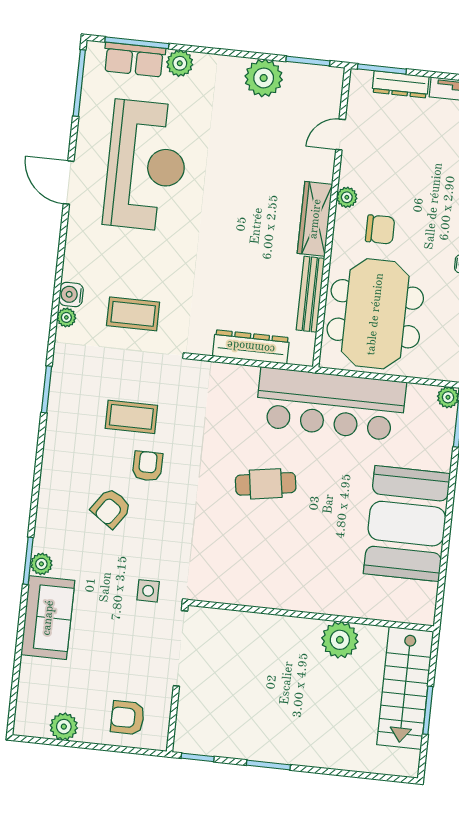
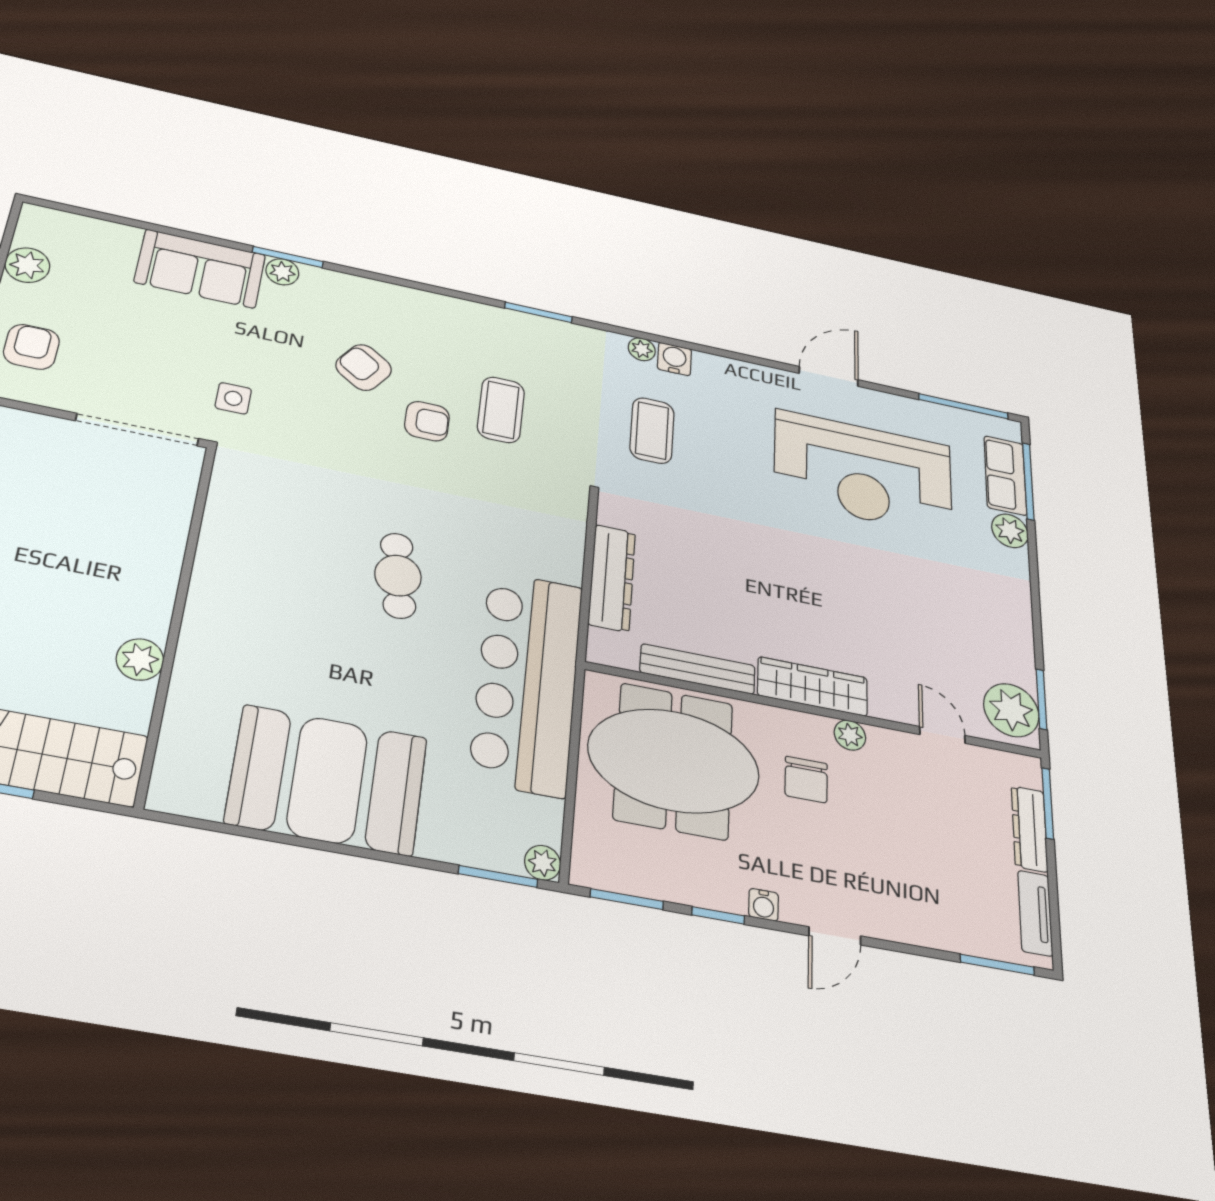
plant: (264, 78) -> (1011, 710), moved
plant: (340, 640) -> (140, 659), width x0.73, depth x0.73

